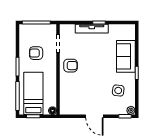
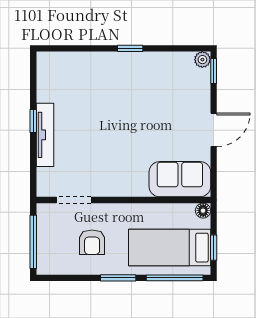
sofa: (126, 56) -> (180, 179), moved, turned 180
armchair: (71, 66) -> (116, 176), removed
side table: (118, 91) -> (164, 84), removed

